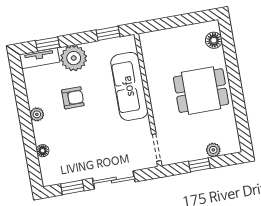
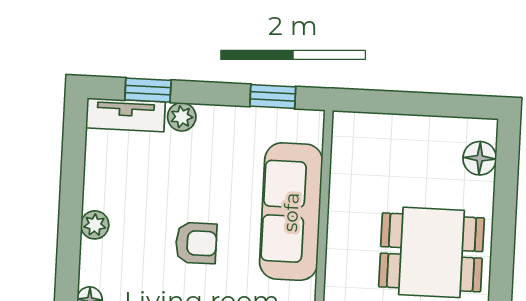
plant: (74, 58) -> (182, 117), width x0.53, depth x0.53
armchair: (73, 98) -> (196, 243), moved

